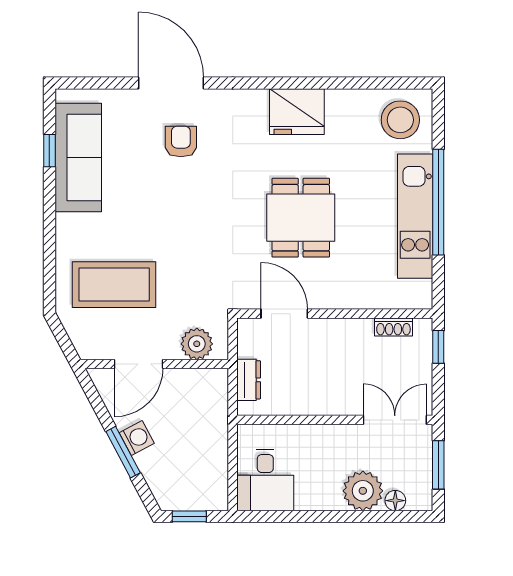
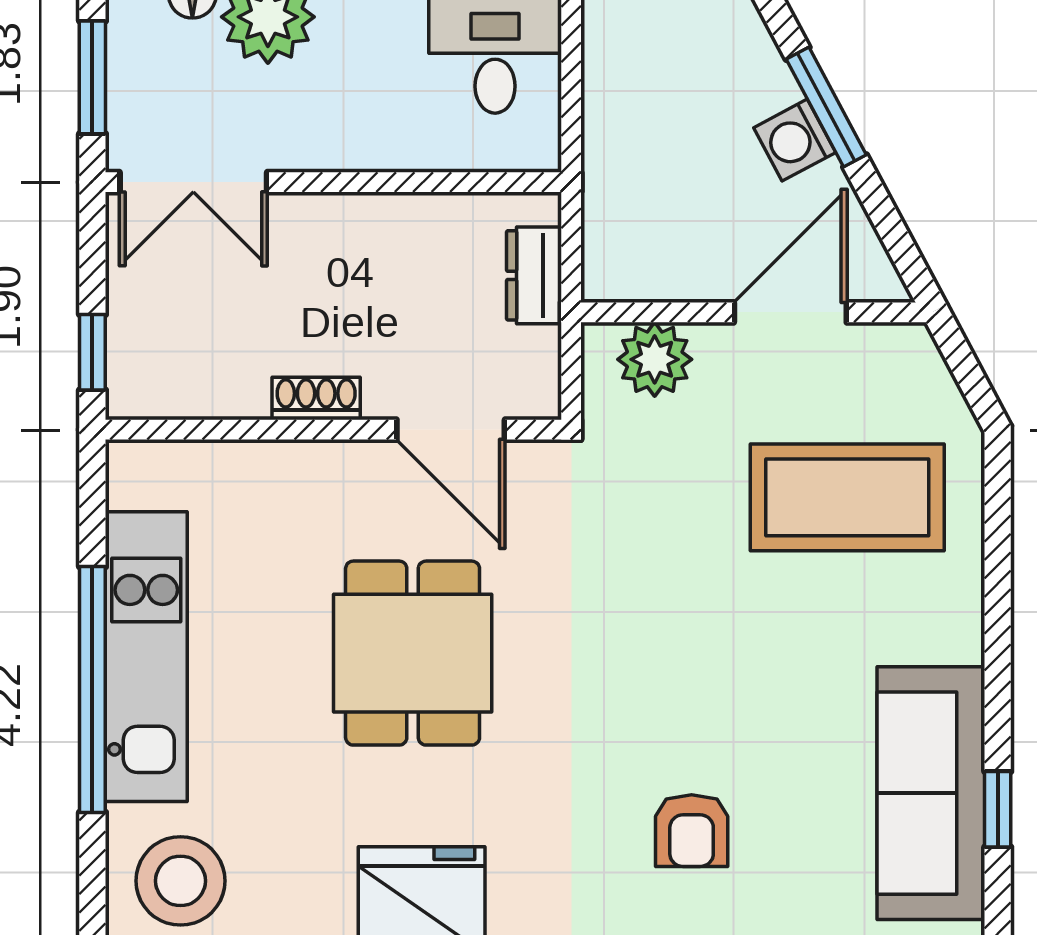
shoe rack: (393, 327) -> (316, 398), moved

